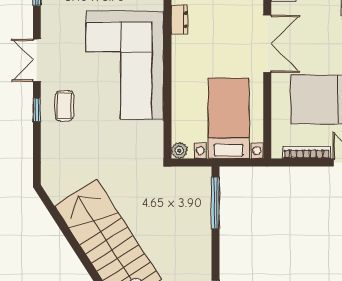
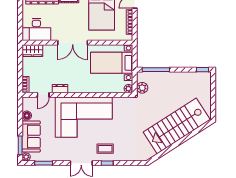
double door: (267, 44) -> (73, 43), swing flipped
plant: (181, 177) -> (142, 88), added

